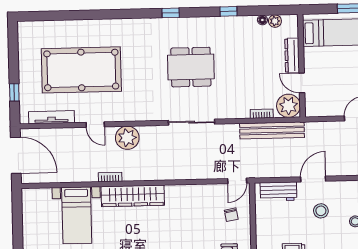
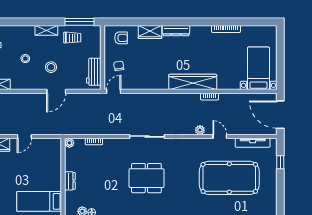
dresser: (292, 55) -> (70, 181), width x0.70
door: (302, 83) -> (63, 164), removed
plant: (288, 106) -> (69, 143), width x0.53, depth x0.53
bench: (272, 130) -> (86, 129), removed
plant: (127, 138) -> (200, 130), width x0.53, depth x0.53
workbench: (278, 191) -> (94, 72), moved, turned -90
bed with nightstands: (77, 215) -> (258, 68), moved

